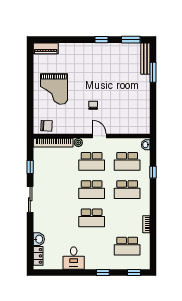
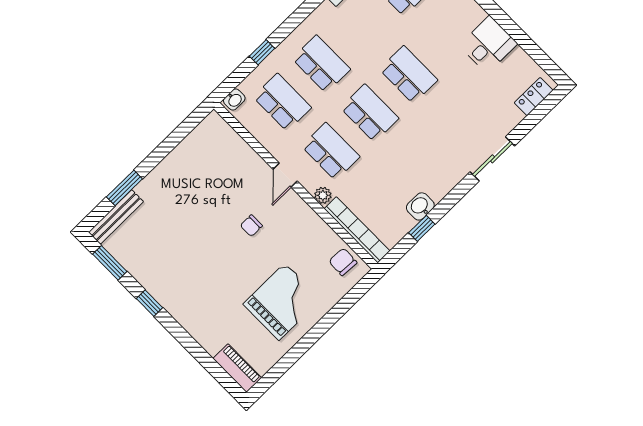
sliding door: (30, 199) -> (492, 159), moved
washbasin: (39, 239) -> (420, 206), moved

